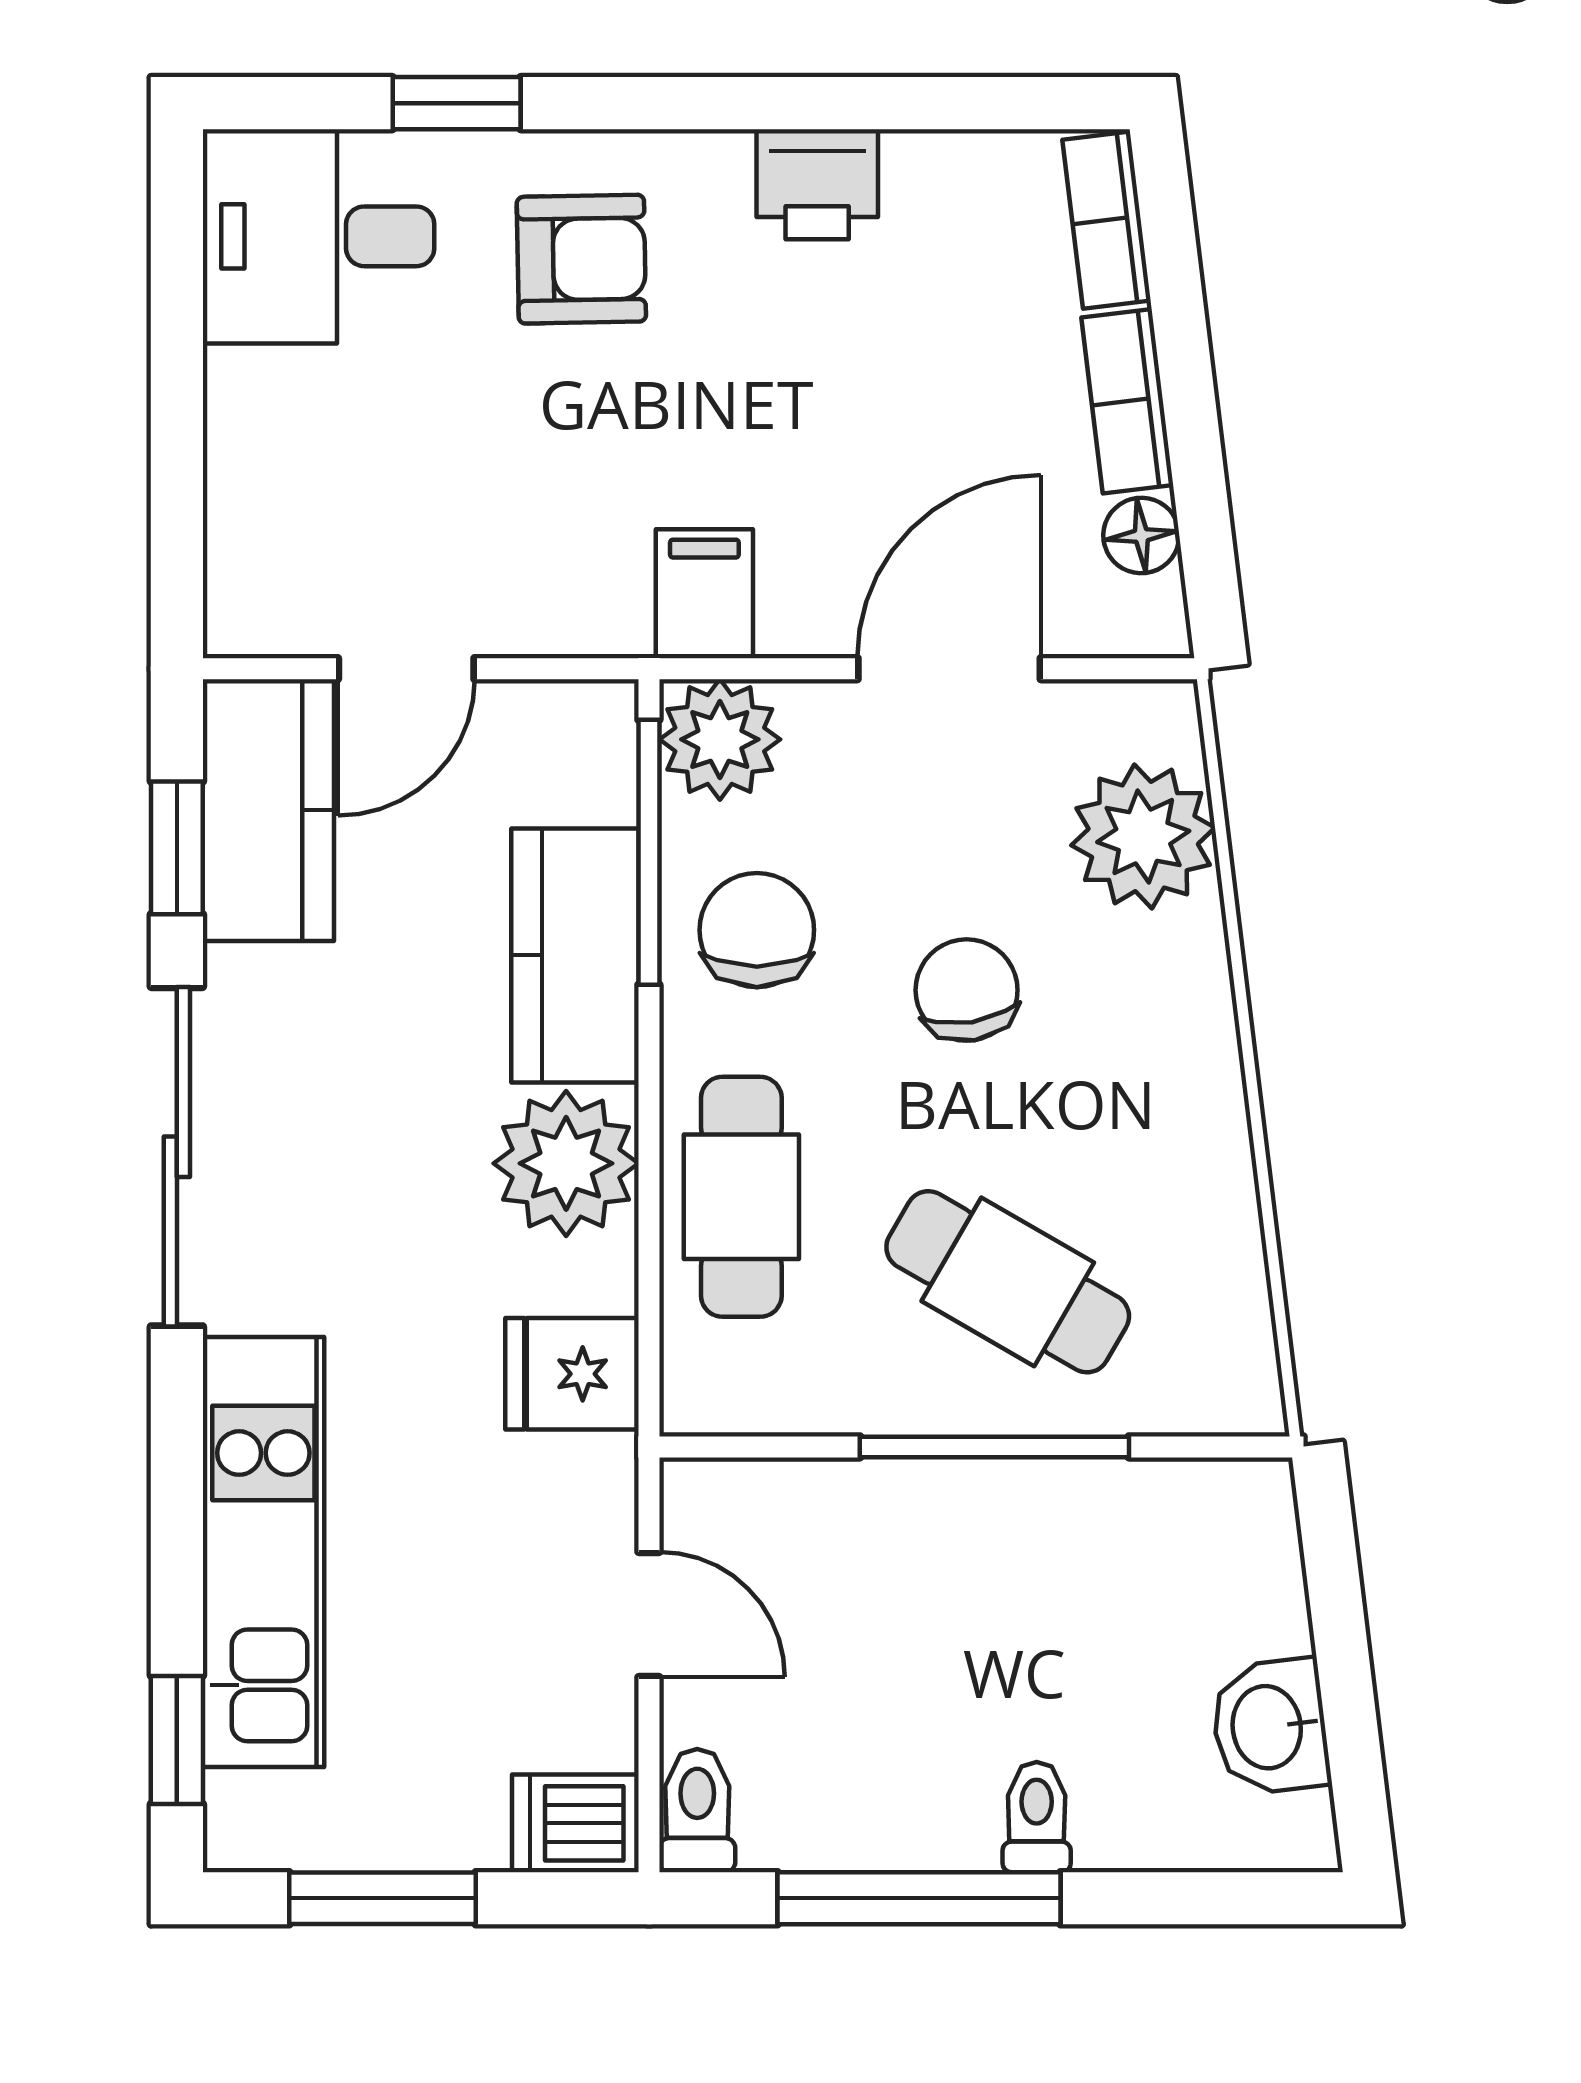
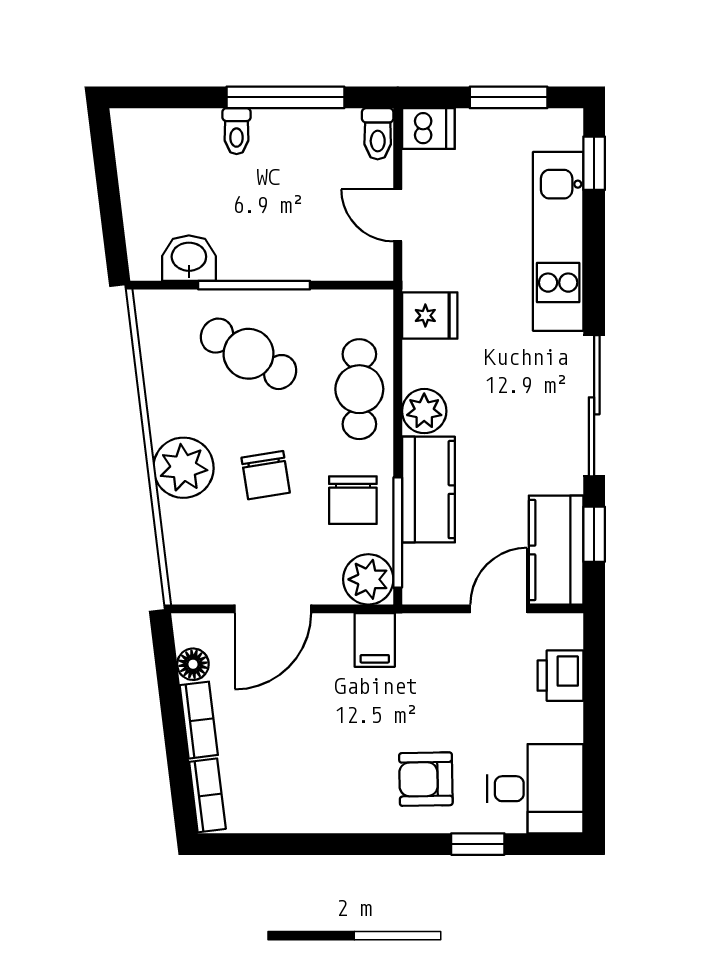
printer: (817, 184) -> (560, 676), moved, turned -90
plant: (1143, 837) -> (183, 468), moved
plant: (566, 1163) -> (424, 411), width x0.73, depth x0.73
washbasin: (1270, 1727) -> (189, 258), moved, turned -83

